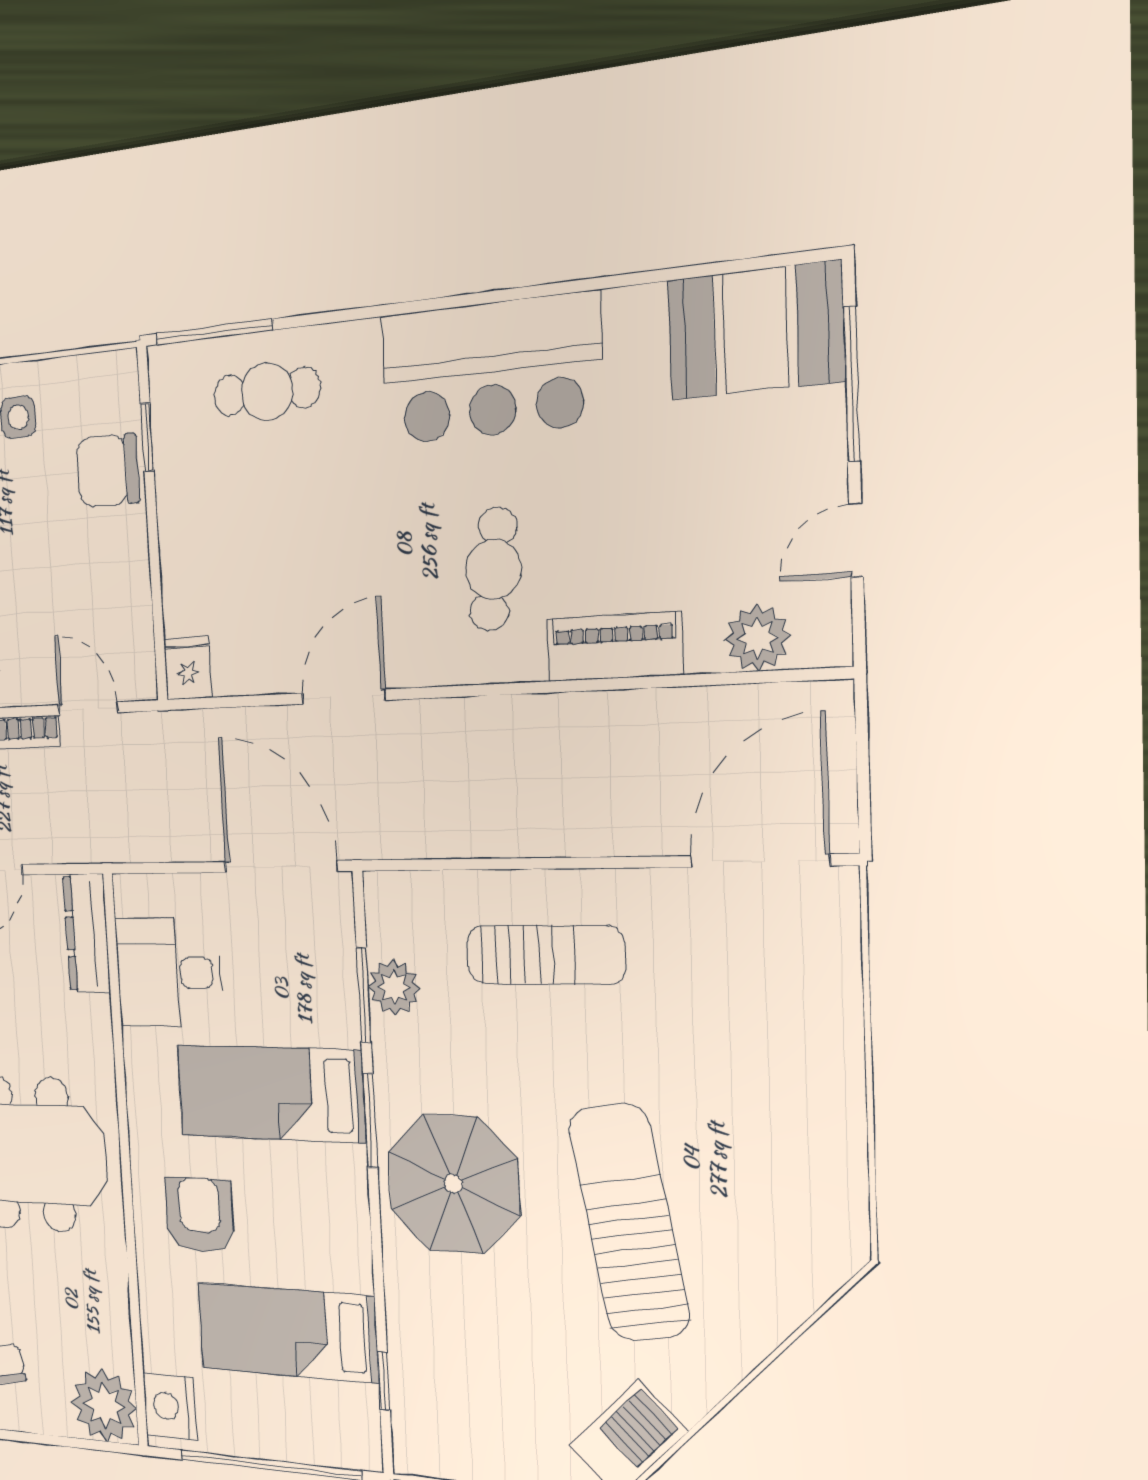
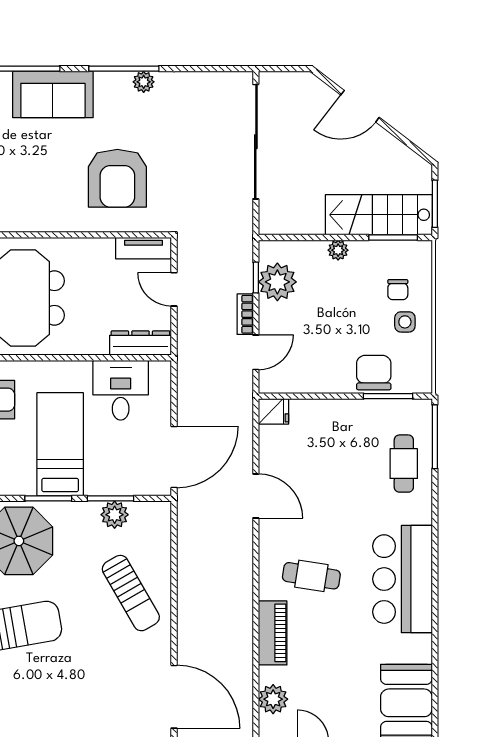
window: (147, 437) -> (388, 396), width x1.50
sun lounger: (545, 955) -> (131, 593), turned -30

